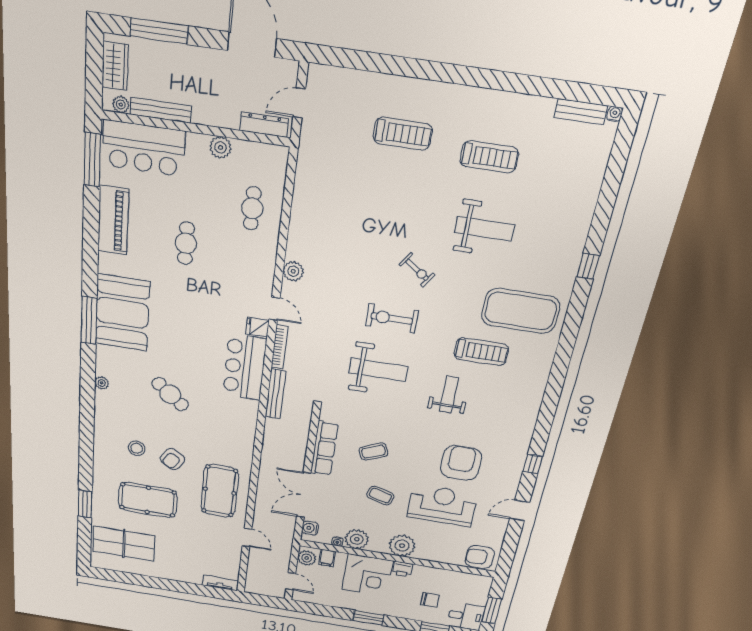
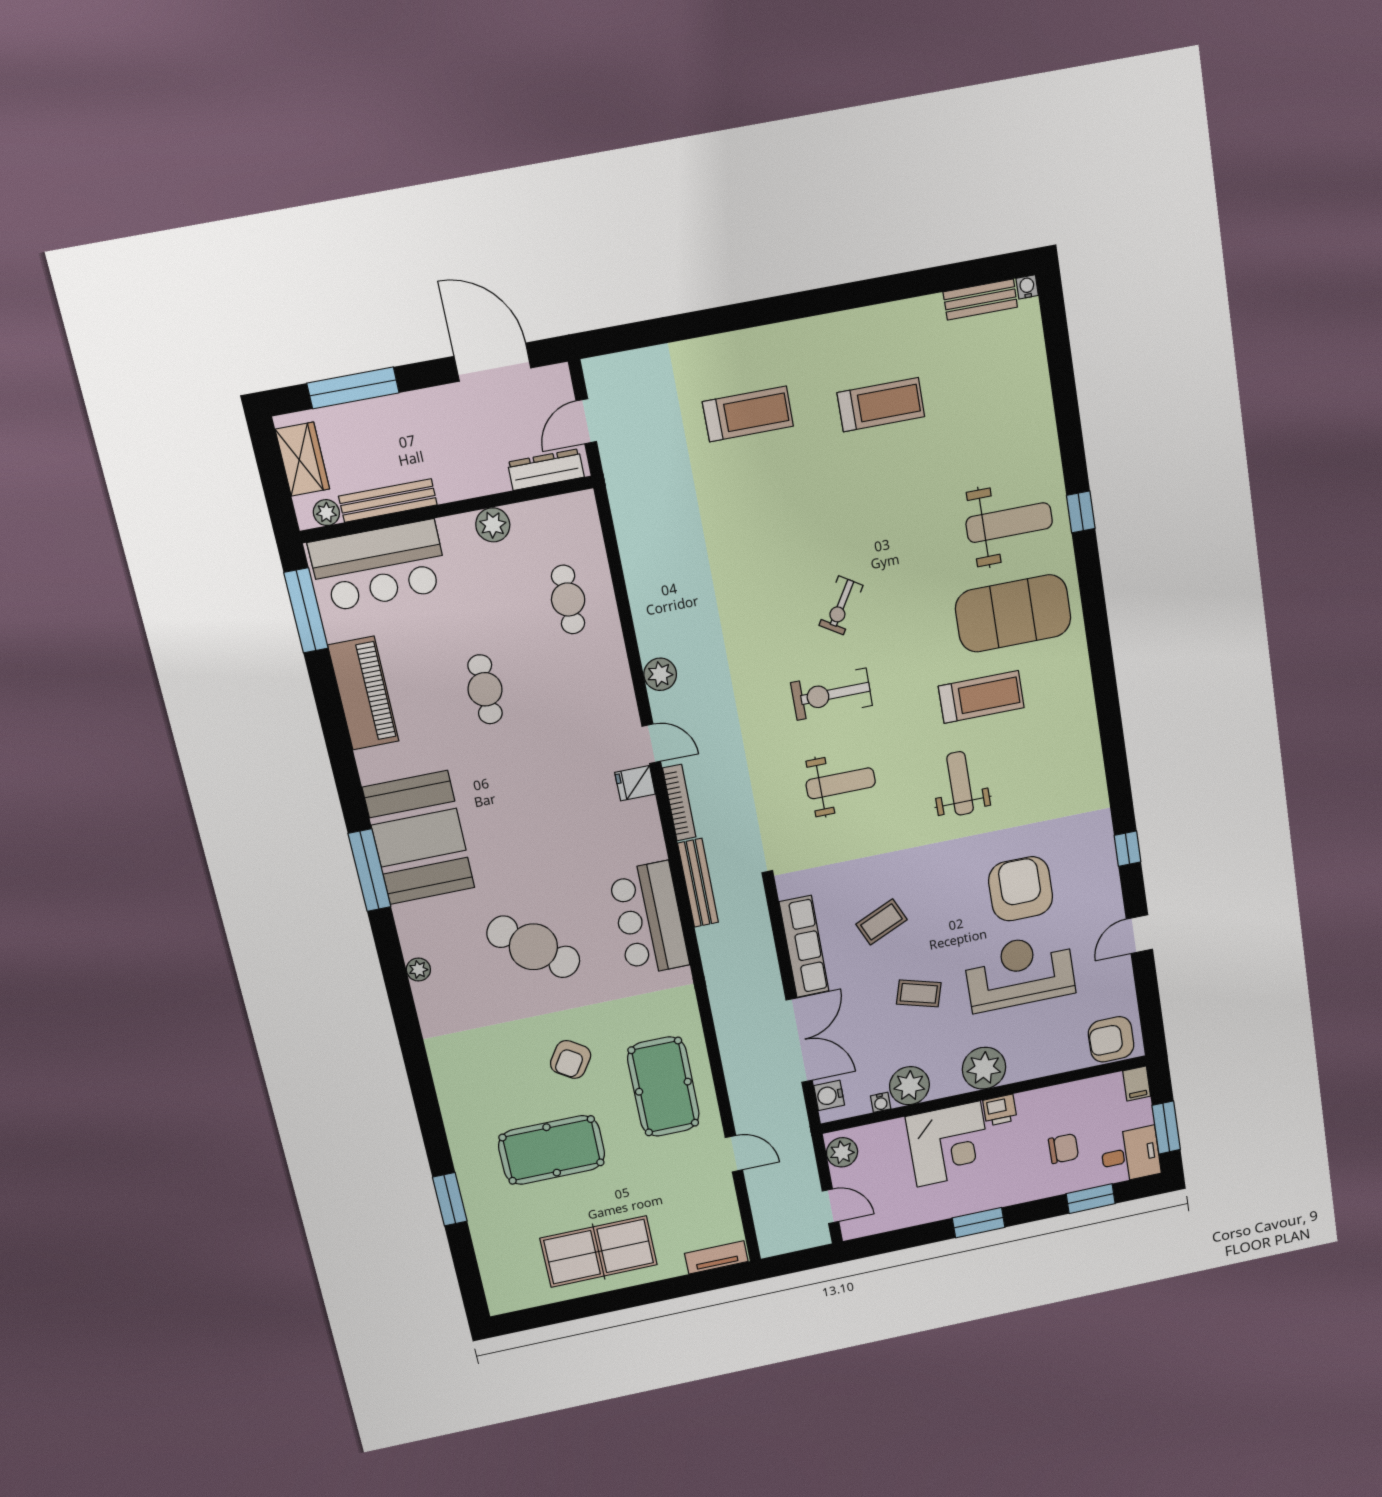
weight bench: (484, 229) -> (1009, 523), moved
exercise bike: (417, 270) -> (841, 605), turned 87
bar counter: (245, 367) -> (649, 919), moved
weight bench: (378, 370) -> (841, 783), width x0.73, depth x0.75
cafe table: (170, 394) -> (533, 947), width x1.37, depth x1.35
stool: (137, 448) -> (507, 1063), removed
double door: (304, 495) -> (799, 1040), swing flipped
table tennis table: (124, 544) -> (599, 1252), moved
filing cabinet: (327, 558) -> (1137, 1083), moved

